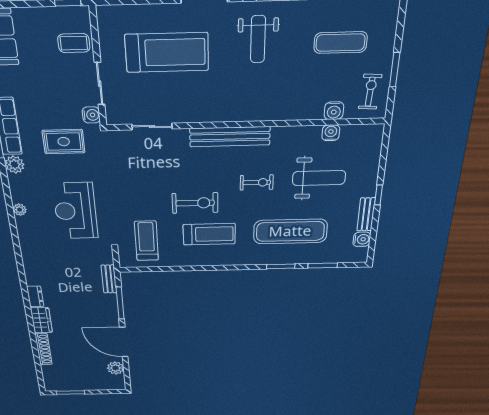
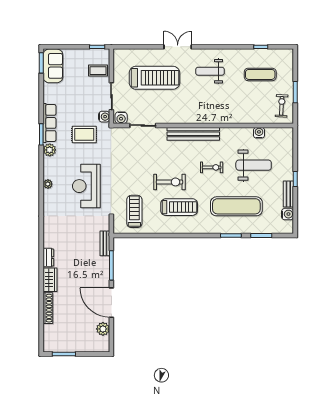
weight bench: (258, 39) -> (210, 71), turned 90
water cooler: (334, 111) -> (121, 118), moved

